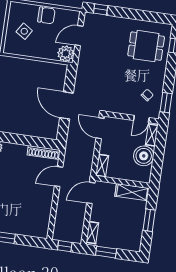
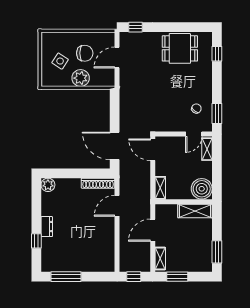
chair: (46, 15) -> (85, 53), moved
dining table: (146, 46) -> (180, 48), moved
plant: (66, 54) -> (81, 78), moved
door: (67, 105) -> (115, 146), moved
boiler: (144, 156) -> (202, 189), moved
door: (91, 193) -> (153, 230), moved
window: (149, 220) -> (217, 252), moved

